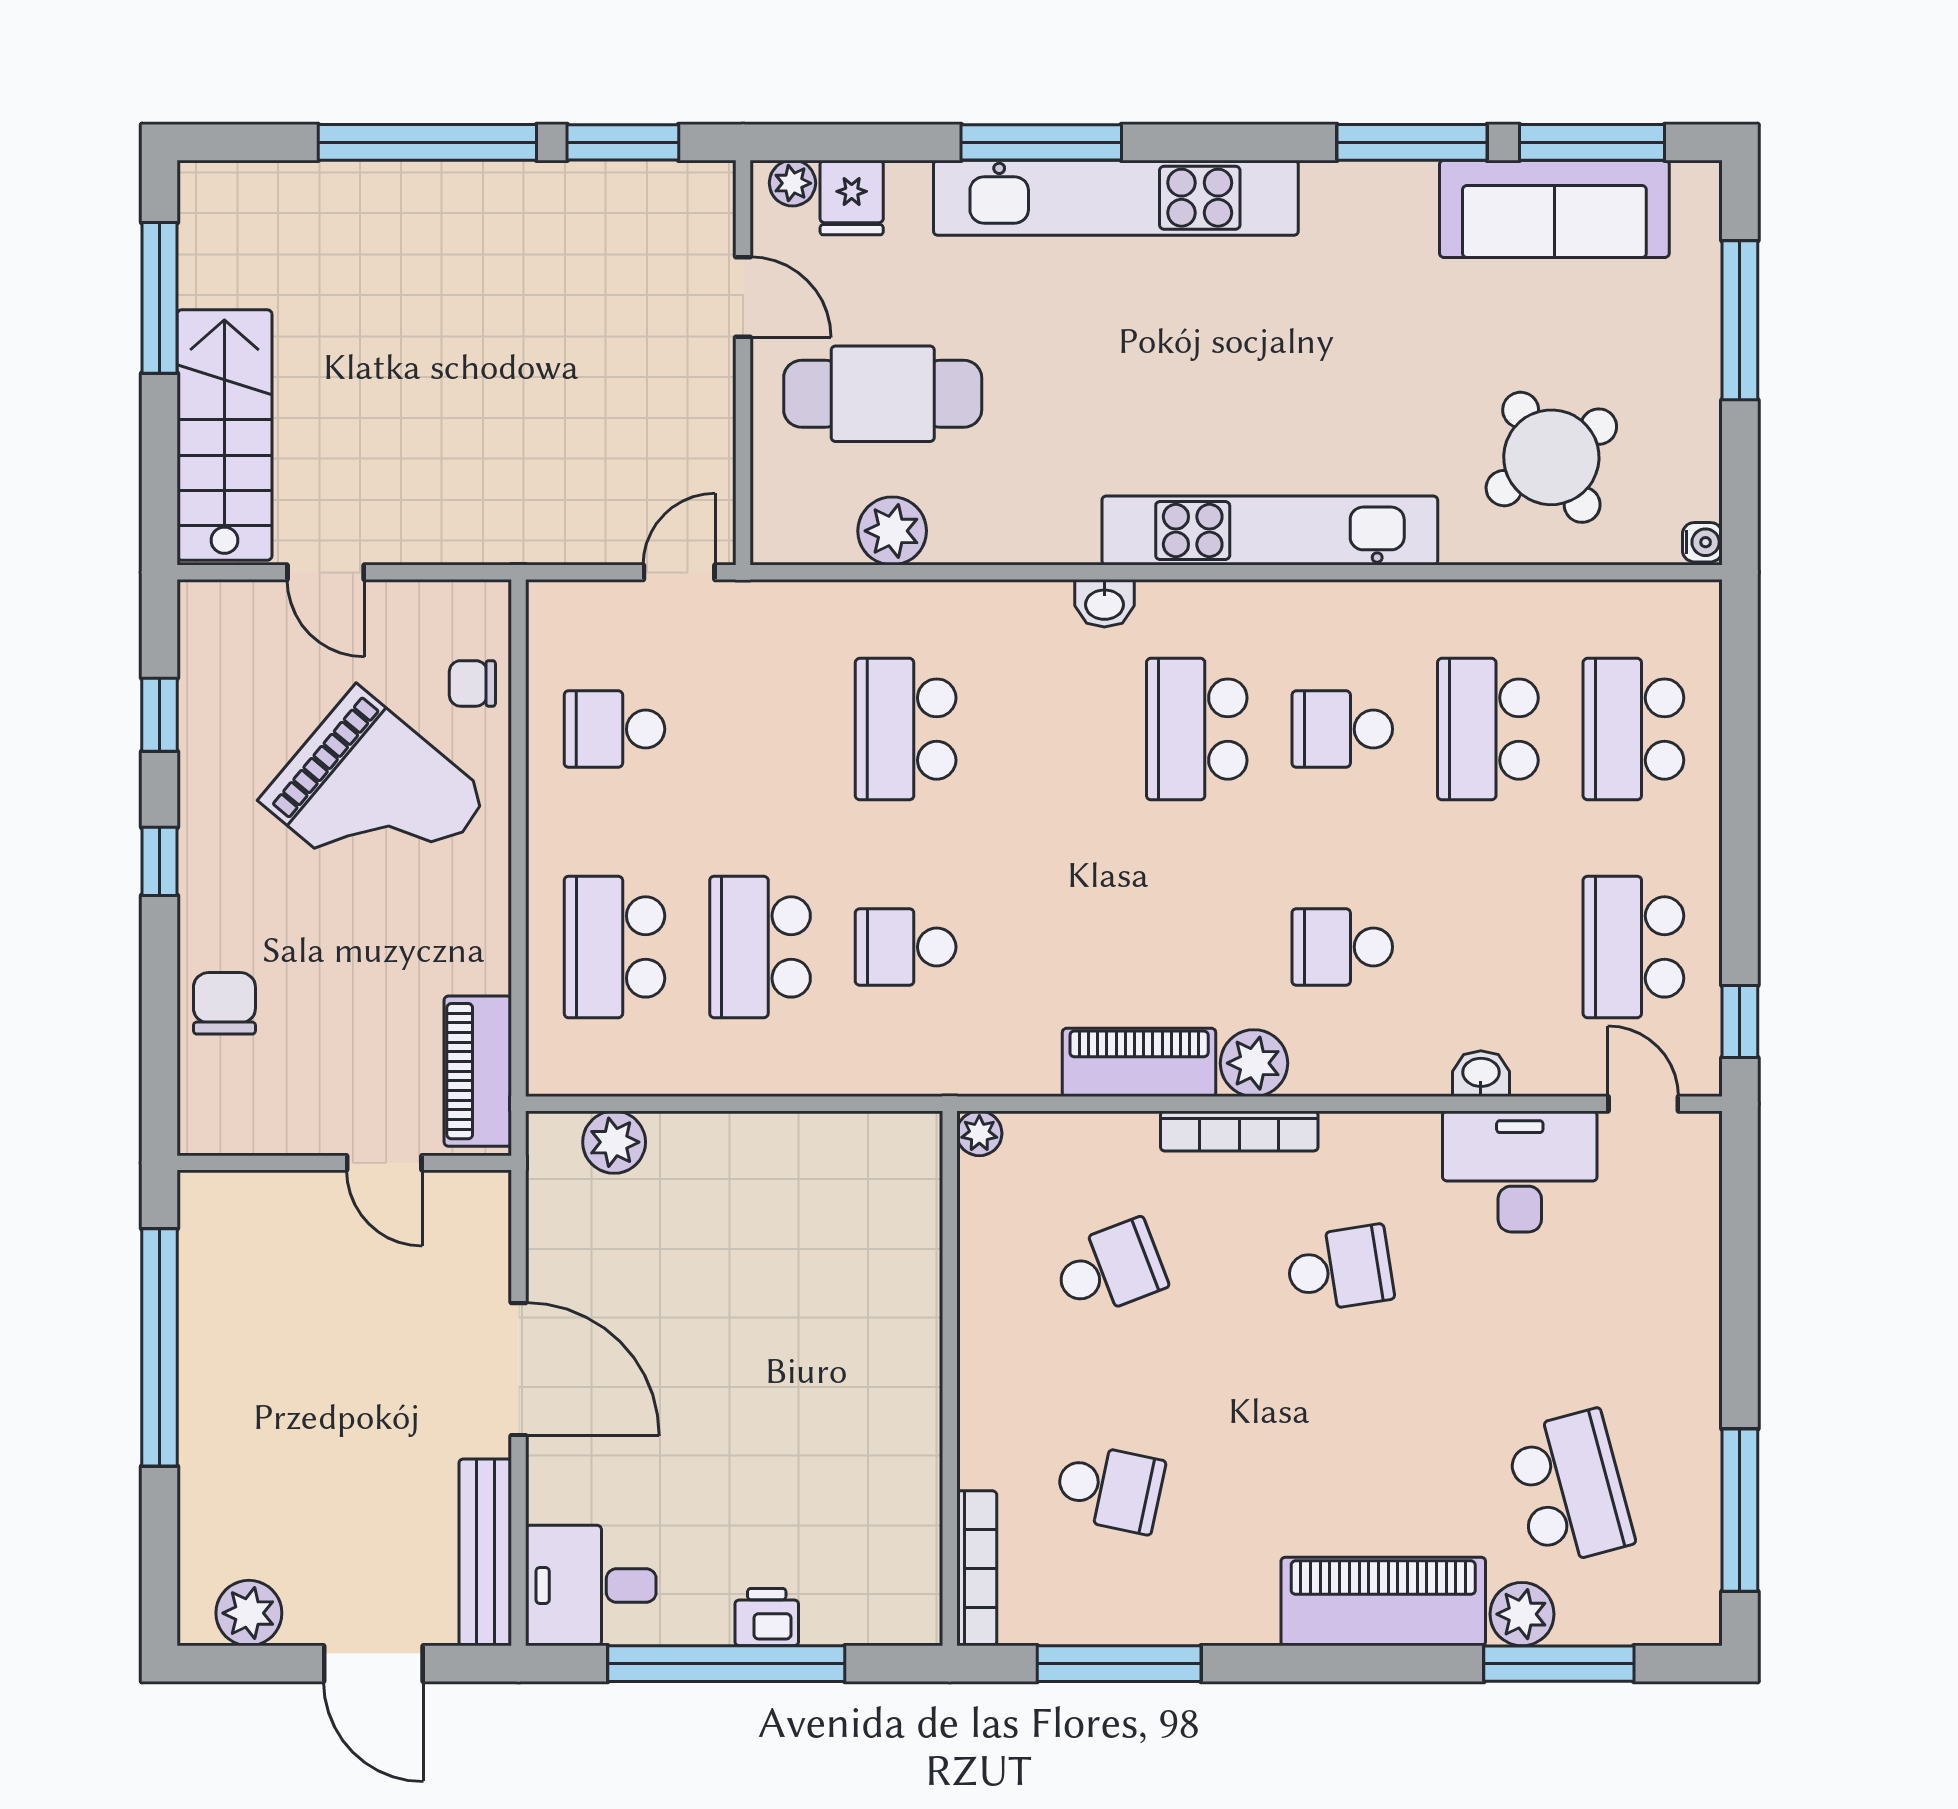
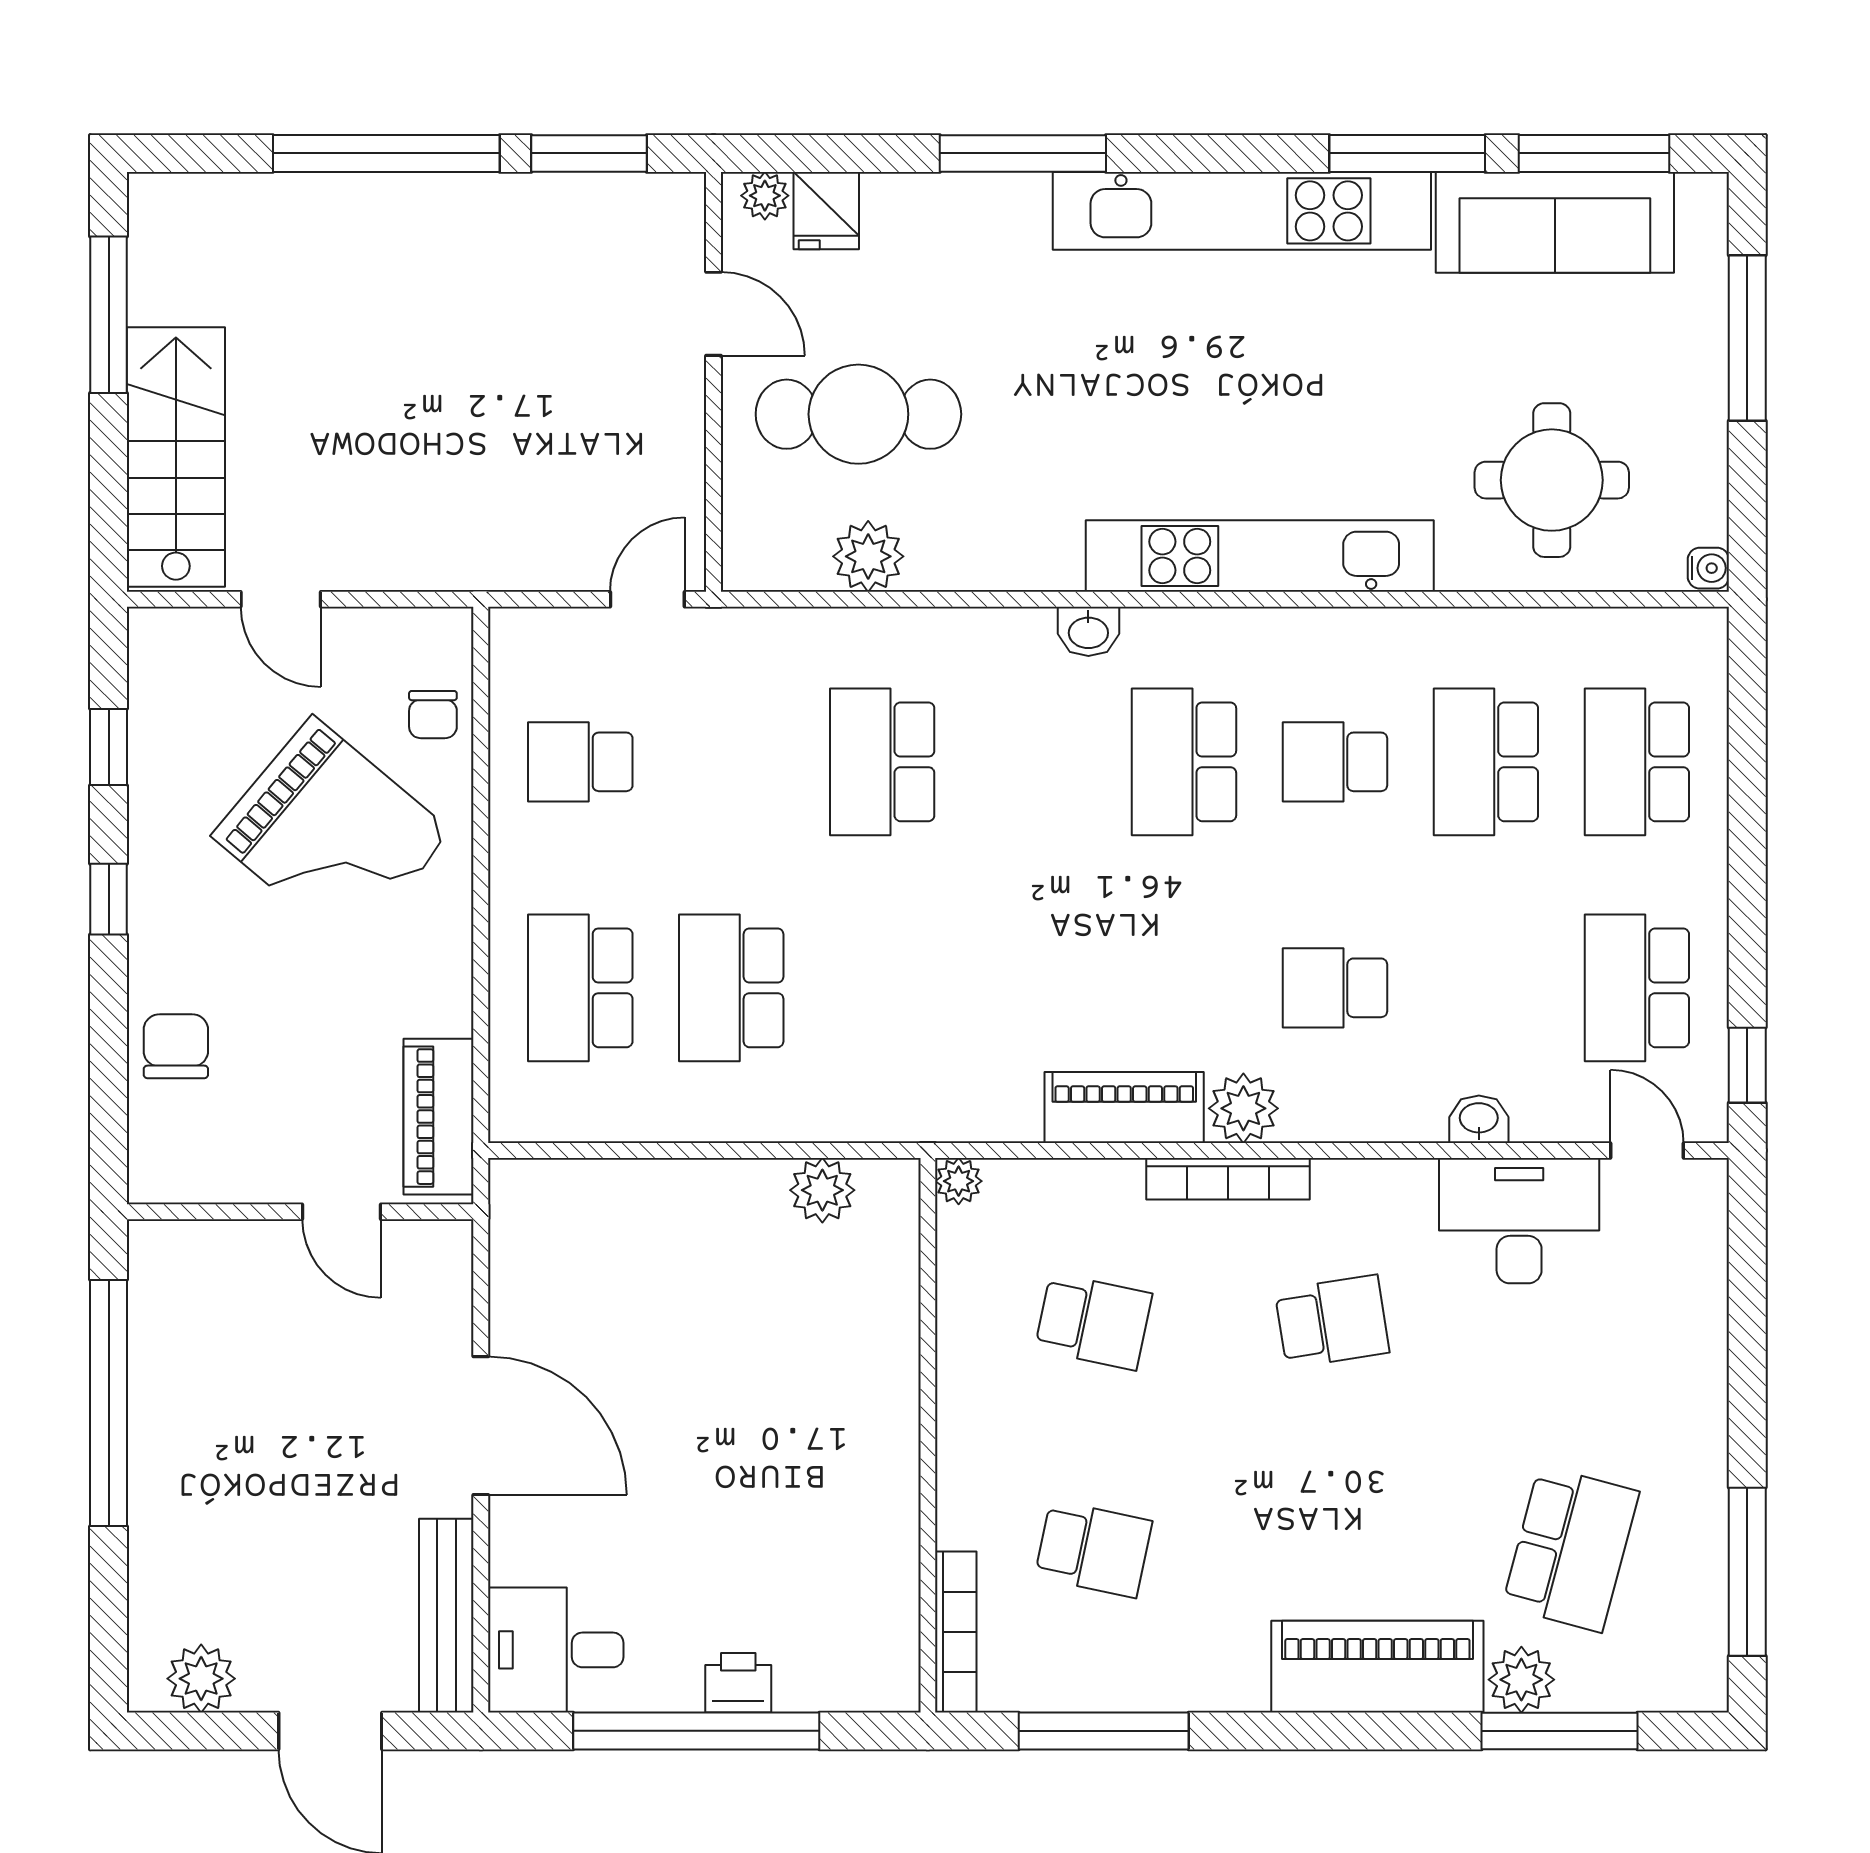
kitchen unit: (1116, 198) -> (1242, 211), moved
round table: (1551, 457) -> (1552, 480), turned 33
chair: (472, 683) -> (433, 715), turned -90
school desk: (906, 947) -> (882, 988), removed
plant: (614, 1142) -> (822, 1190), moved
school desk: (1109, 1269) -> (1093, 1321), turned 33
school desk: (1570, 1488) -> (1571, 1549), turned 30

